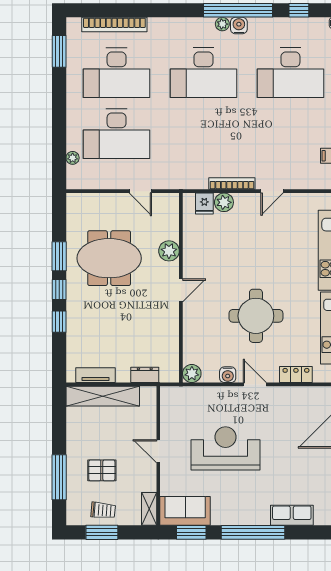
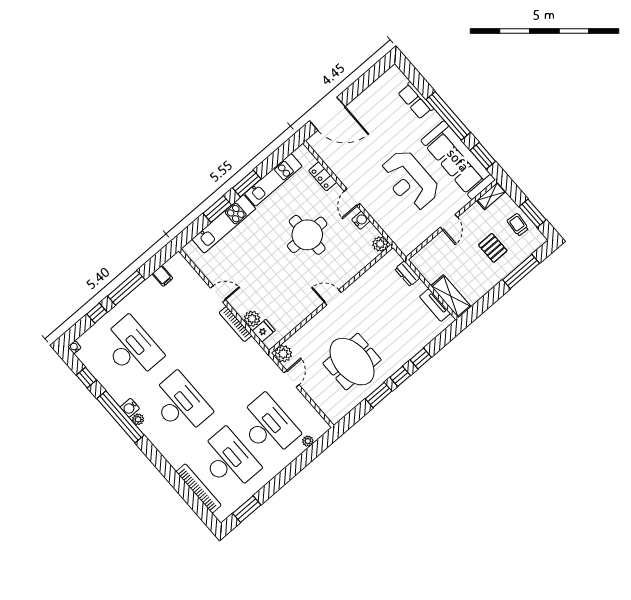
plant: (169, 251) -> (283, 354), moved
shelving: (103, 396) -> (451, 296), width x0.68
sofa: (185, 511) -> (458, 160), width x1.85, depth x1.27

